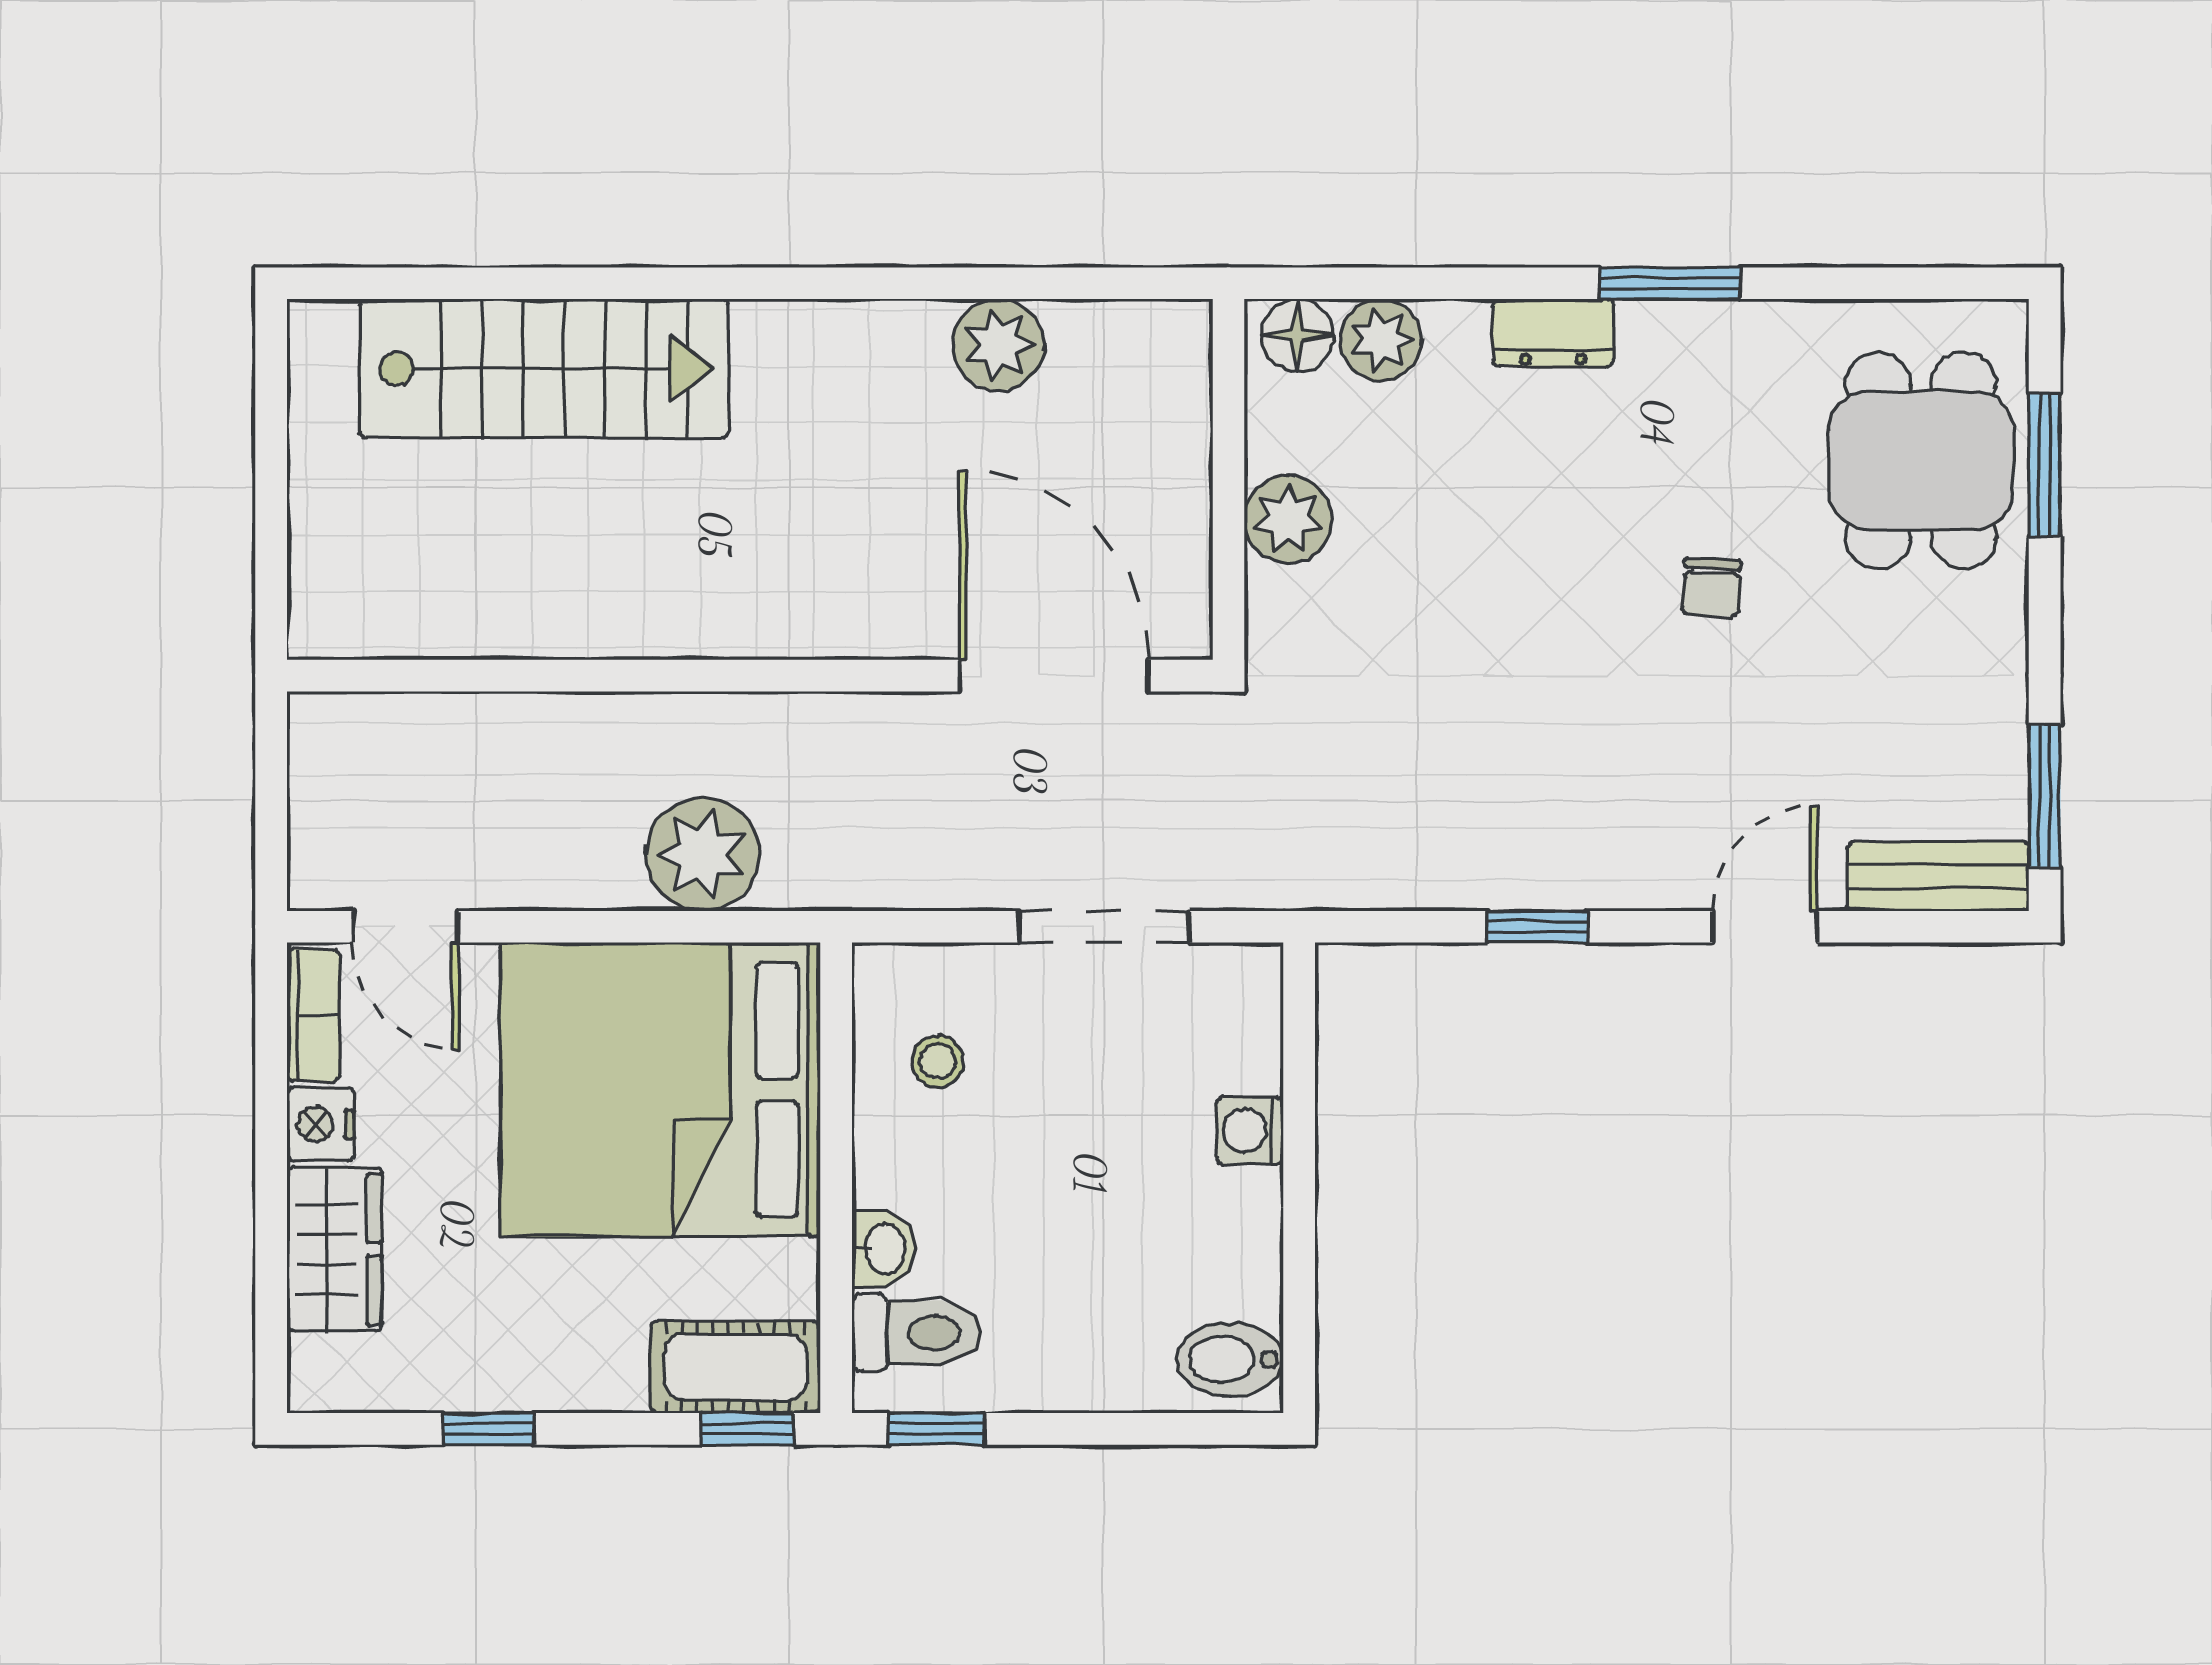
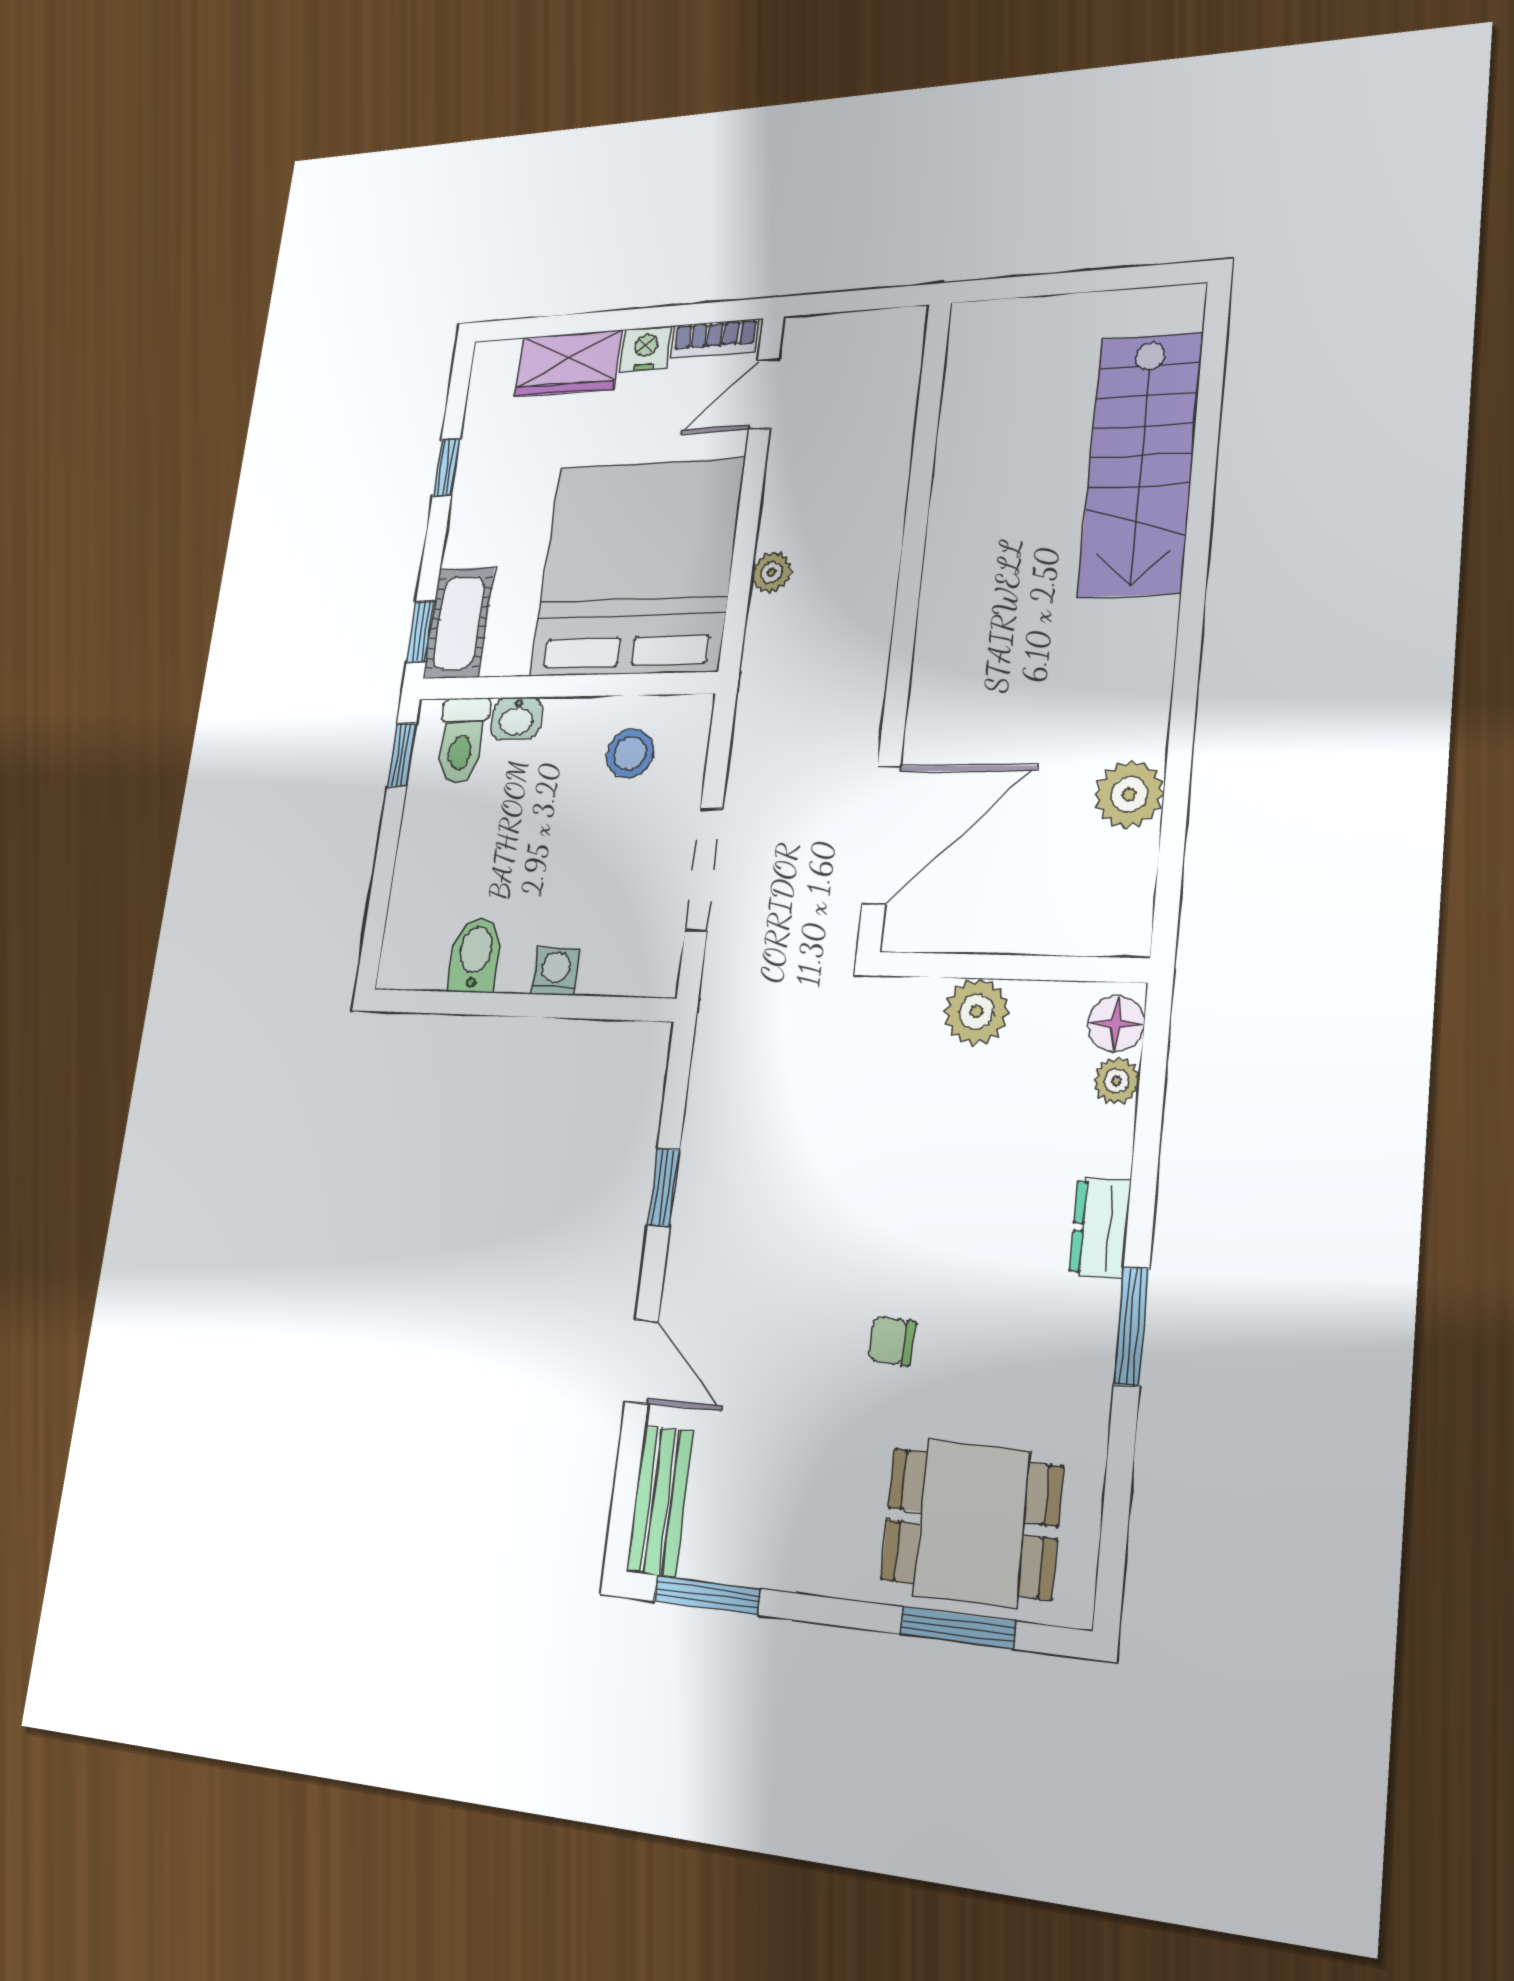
plant: (1381, 340) -> (1116, 1081), width x0.73, depth x0.73
plant: (703, 854) -> (772, 572), width x0.53, depth x0.53
stool: (937, 1061) -> (630, 753), width x1.37, depth x1.37
bidet: (1230, 1360) -> (475, 955), moved

